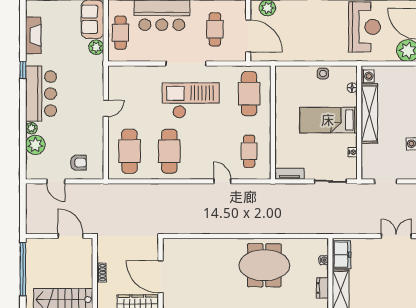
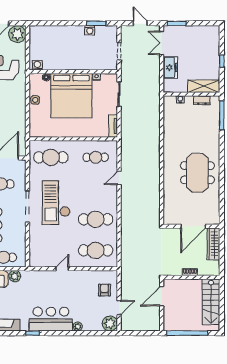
door: (106, 108) -> (62, 269), hinge flipped
shelving: (369, 114) -> (66, 64), removed
bed: (328, 120) -> (71, 96), width x2.04
plant: (35, 145) -> (110, 323), moved
freezer: (342, 255) -> (170, 68), moved, turned 90
meeting table: (264, 265) -> (197, 173), moved

